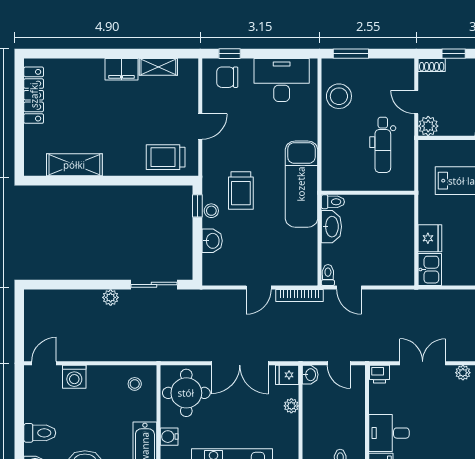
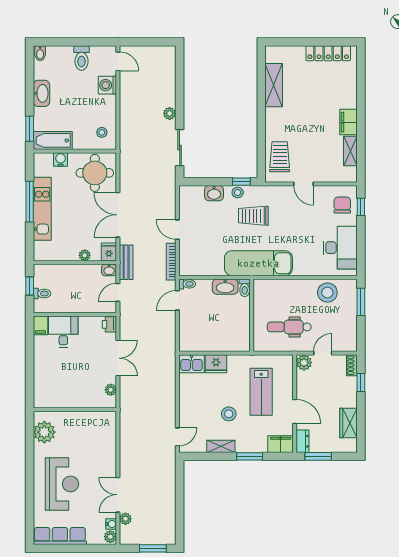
bench: (300, 353) -> (126, 262), added
toilet: (40, 433) -> (82, 58), moved

